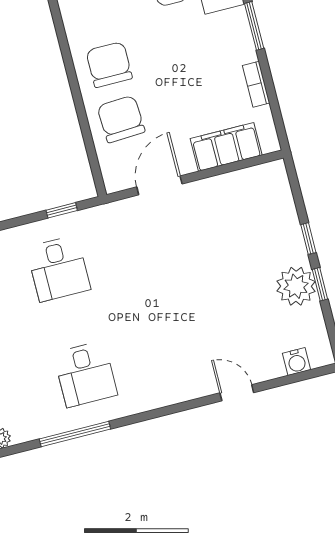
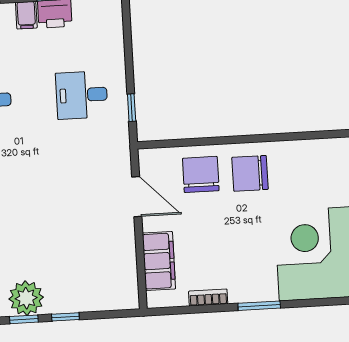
chair: (109, 65) -> (250, 173), turned 180
chair: (121, 119) -> (201, 174), turned -87

